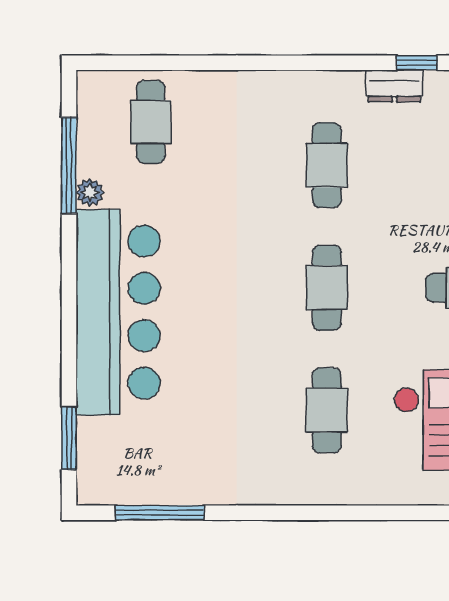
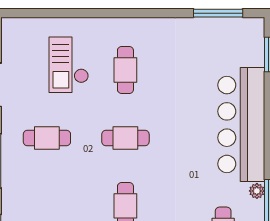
cafe table: (327, 288) -> (125, 138), turned 90

